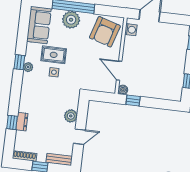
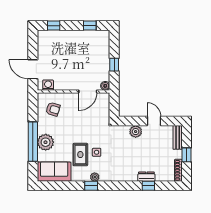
armchair: (105, 32) -> (53, 109), width x0.53, depth x0.53
window: (133, 101) -> (114, 65), moved

